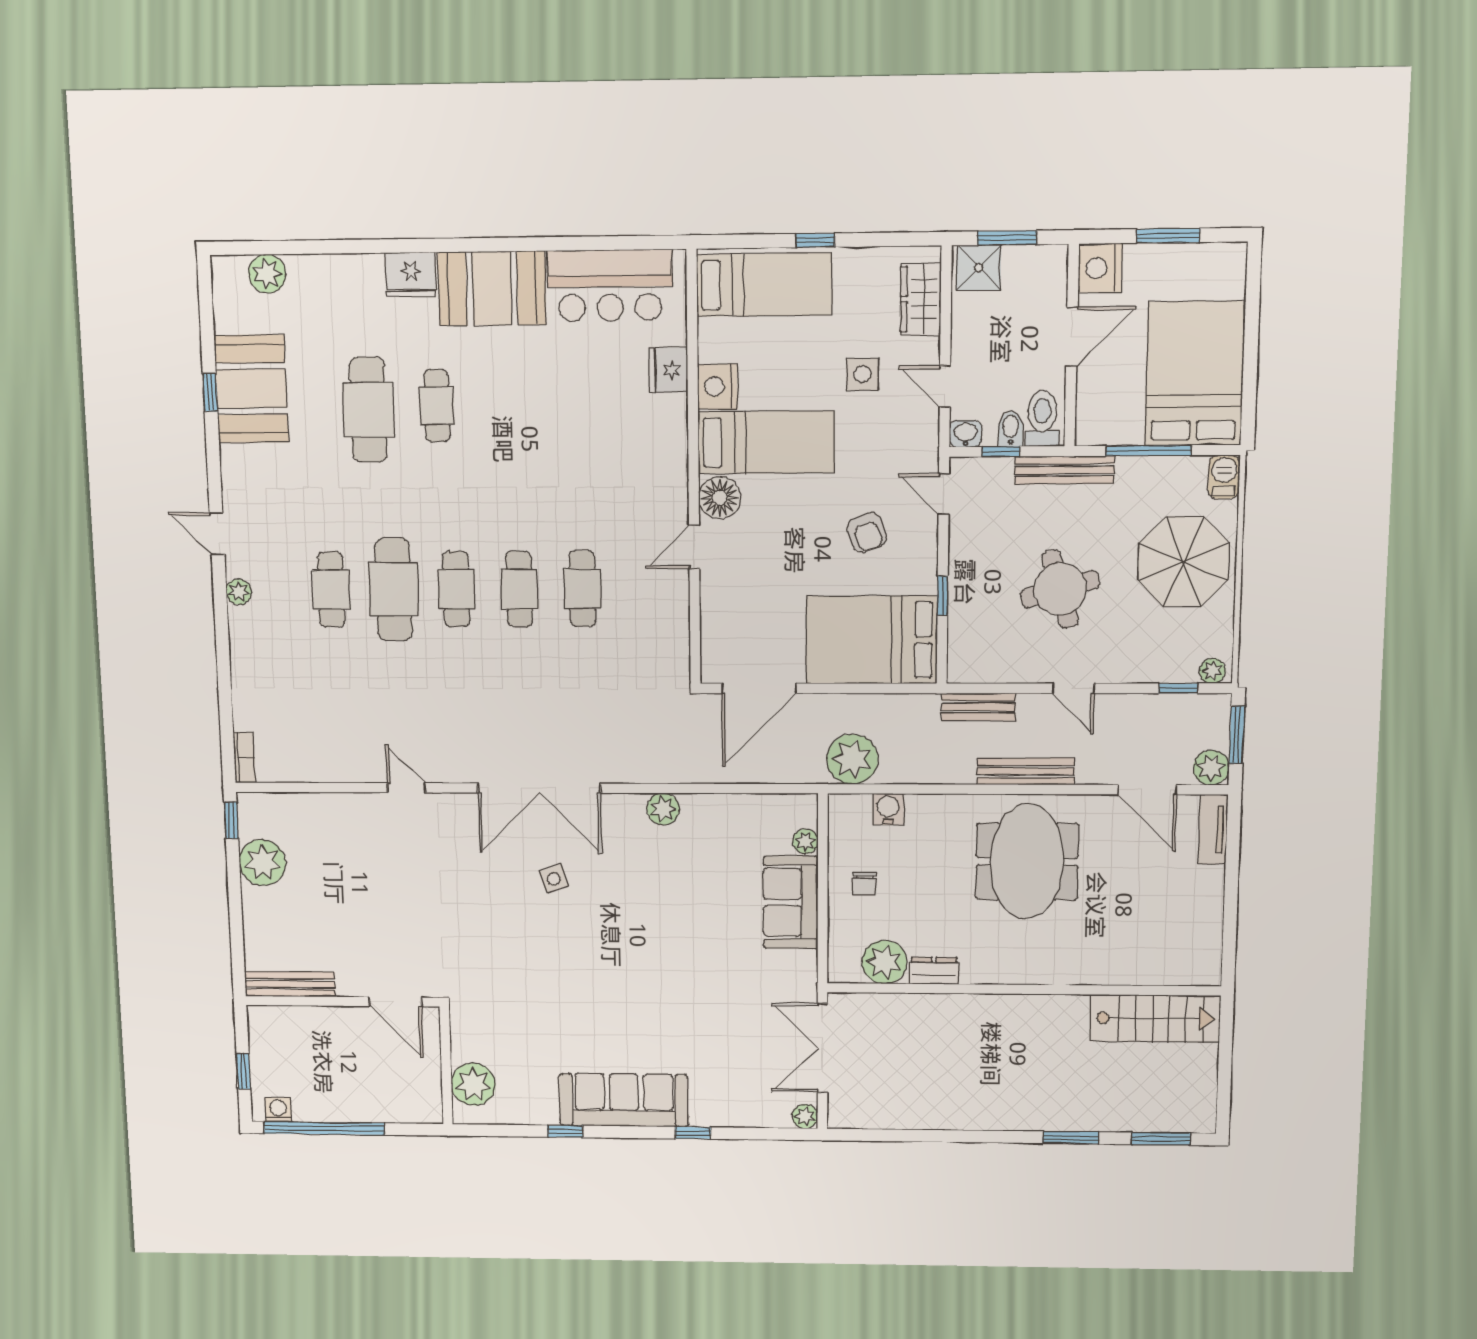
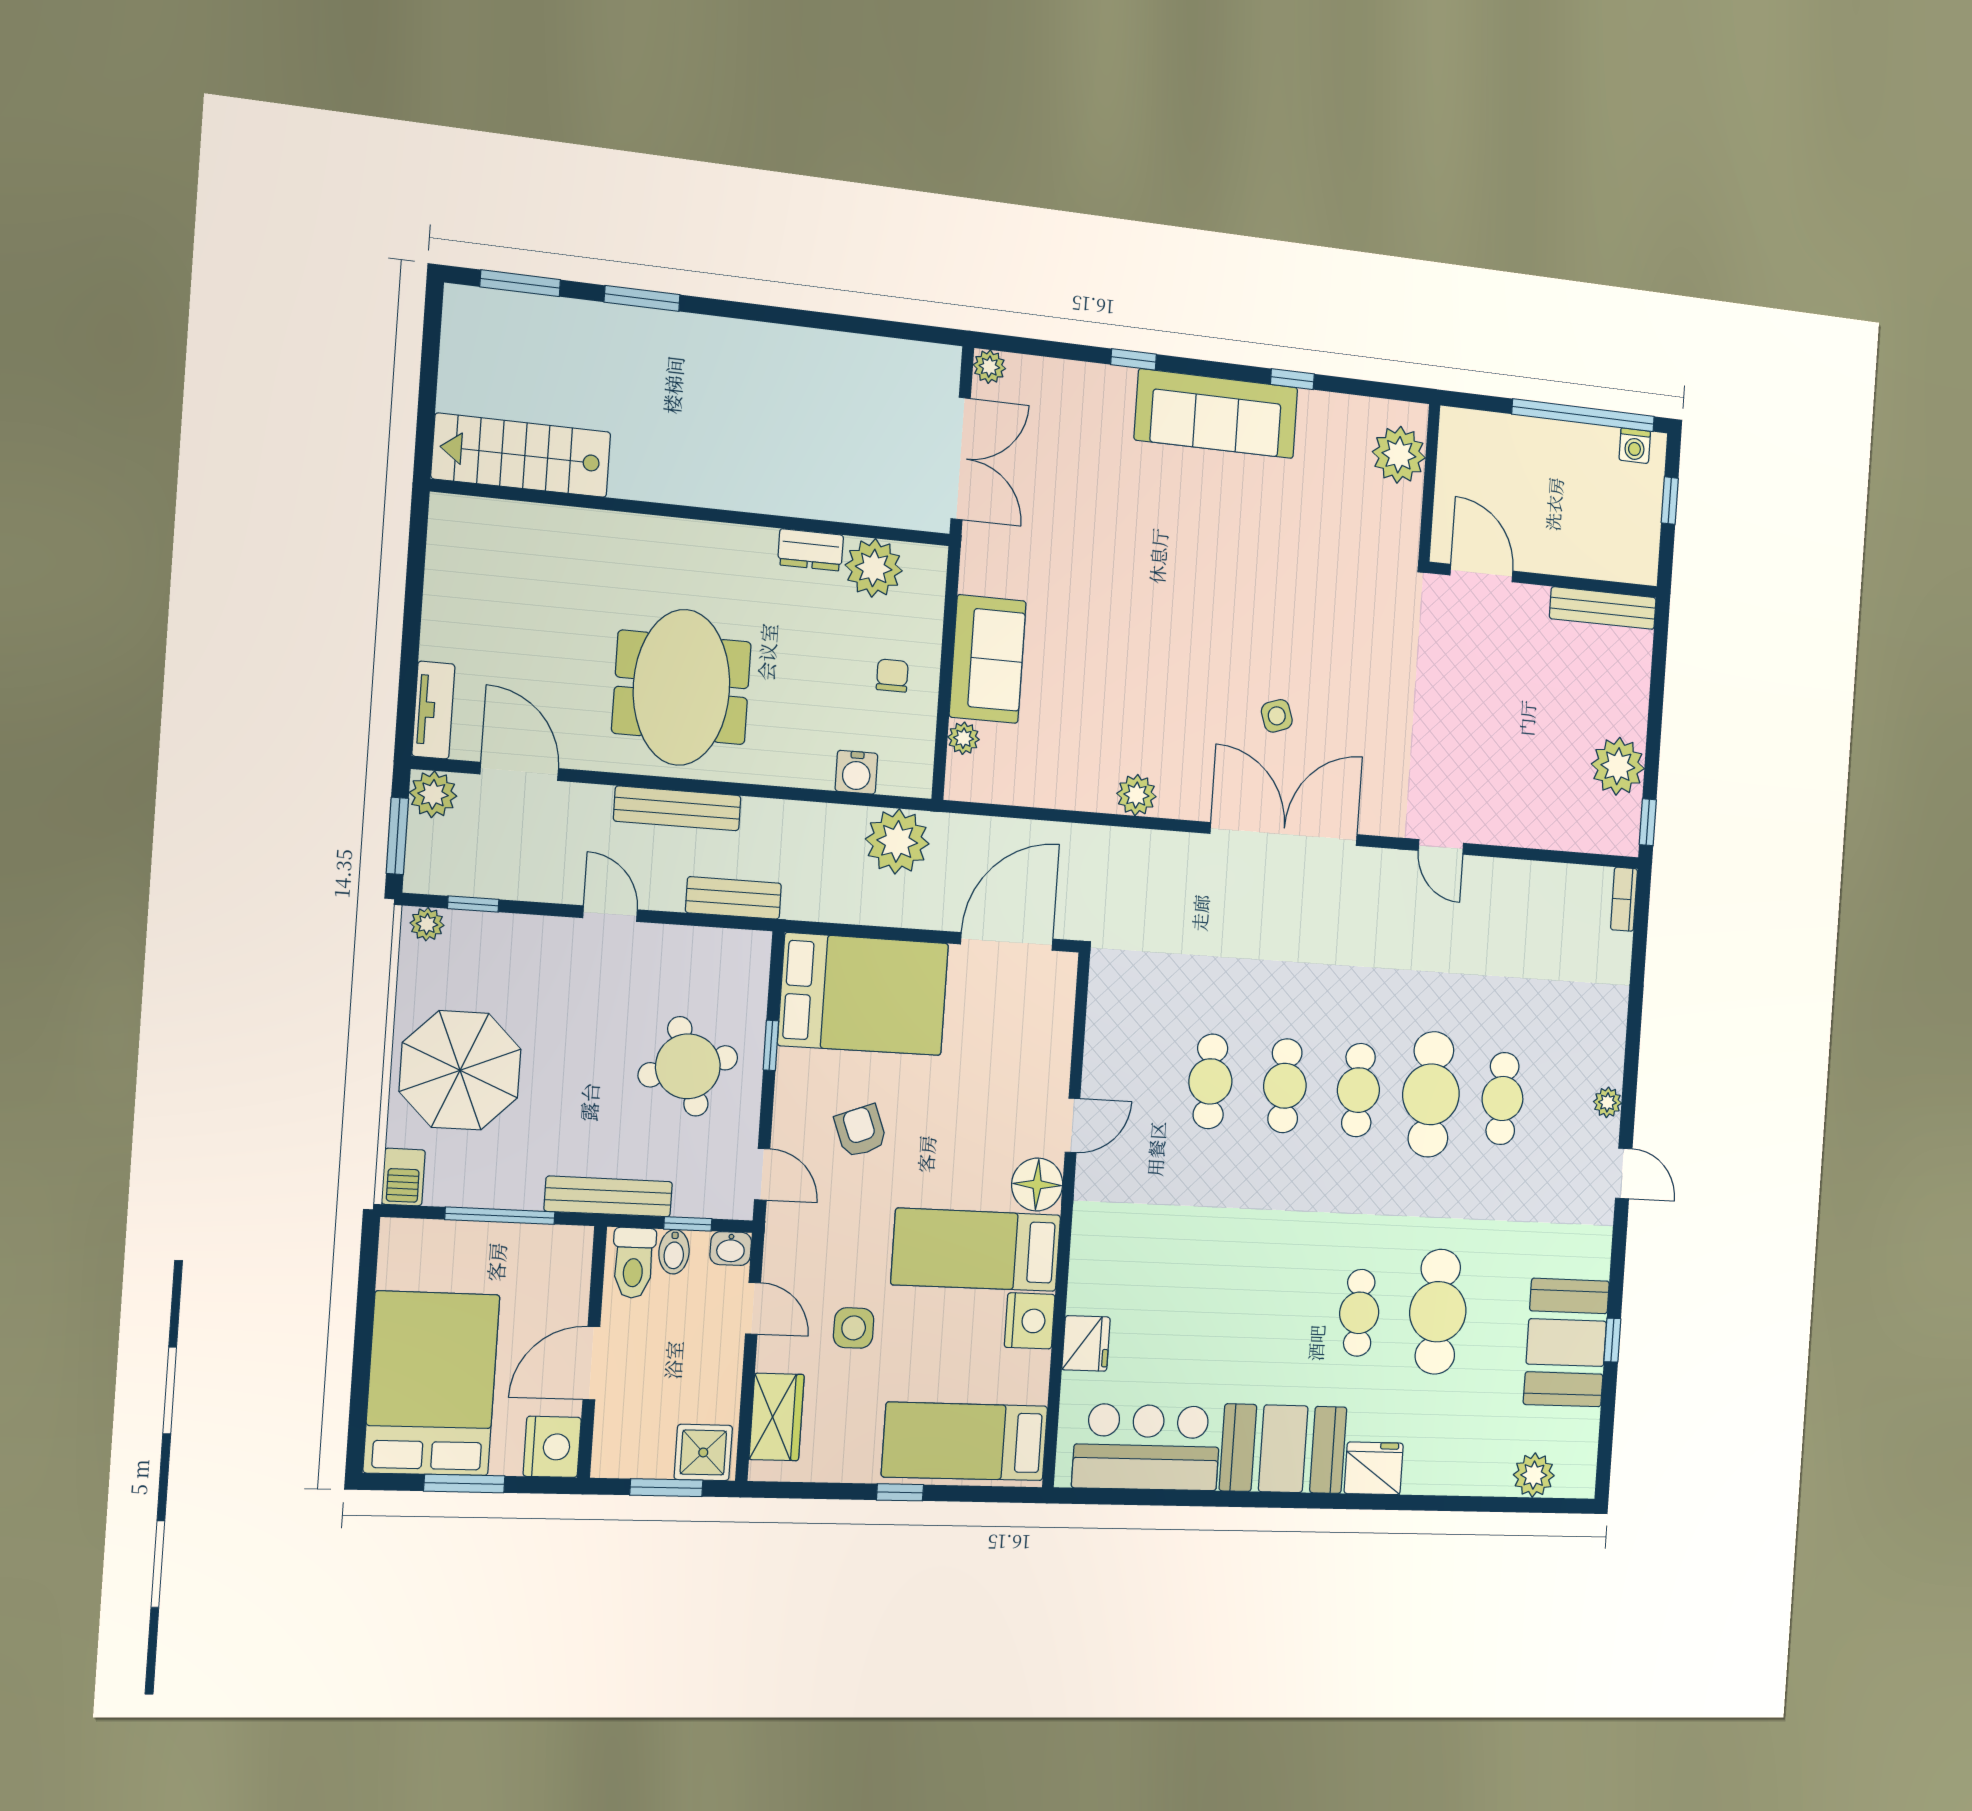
bed: (1195, 374) -> (432, 1383), moved, turned 180
round table: (1060, 589) -> (688, 1066), moved

